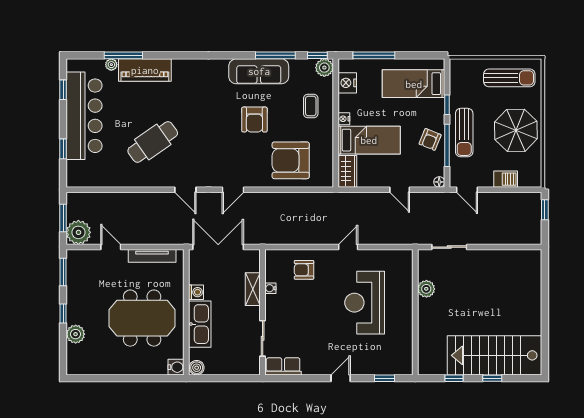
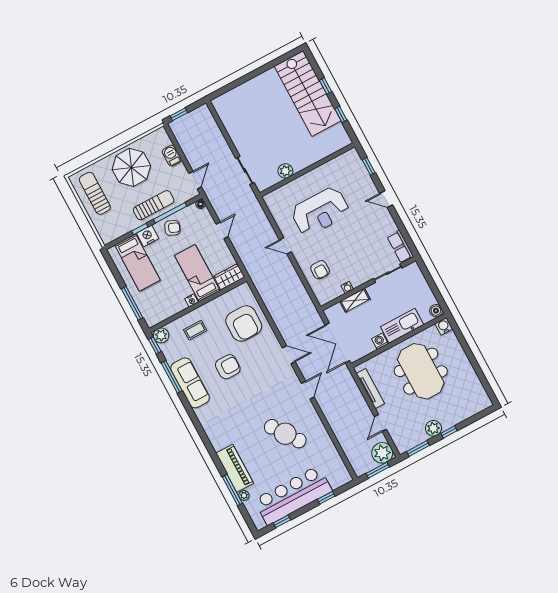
nightstand: (347, 83) -> (148, 236), moved, turned 180
plant: (76, 334) -> (433, 428), moved

